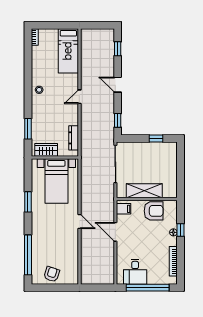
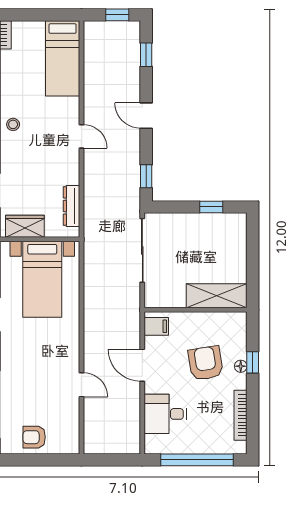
window: (101, 25) -> (117, 15), added
door: (79, 97) -> (81, 136), swing flipped
shelving: (144, 191) -> (217, 296), moved
armchair: (154, 211) -> (206, 363), moved, turned -99
door: (79, 222) -> (81, 385), moved
desk: (135, 272) -> (165, 414), moved, turned 90
armchair: (52, 274) -> (34, 437), turned -108

